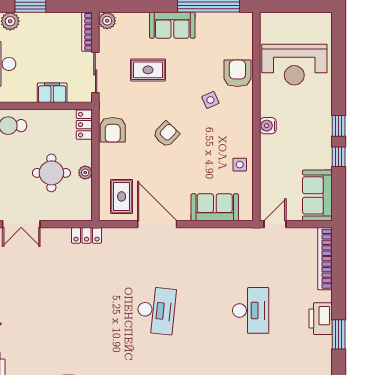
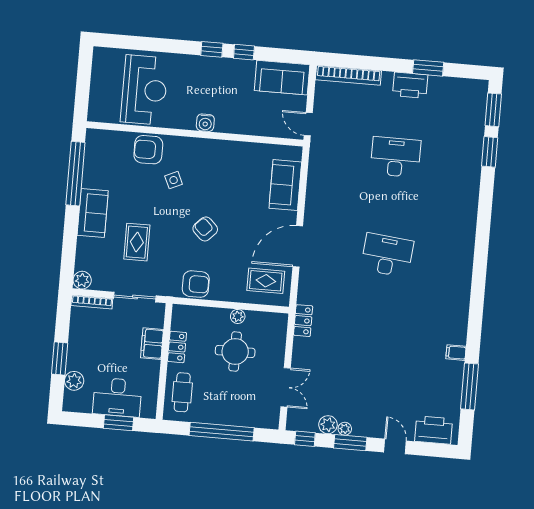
locker: (84, 125) -> (177, 347), moved, turned -90
side table: (240, 165) -> (243, 155), removed

